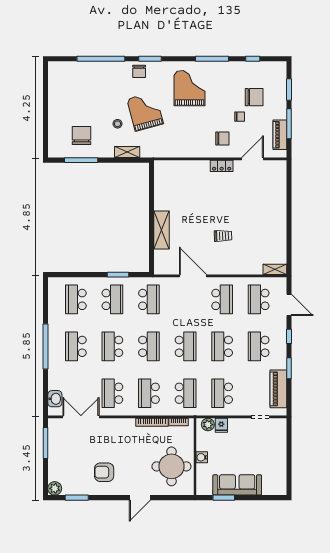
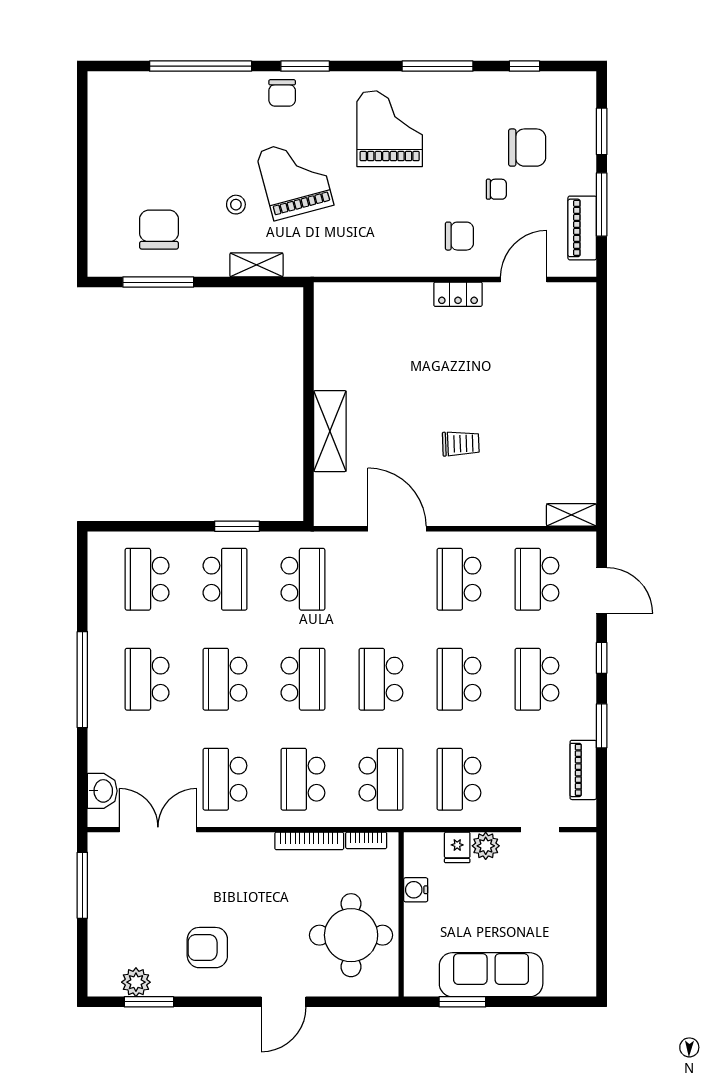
school desk: (222, 299) -> (459, 579), turned 180
school desk: (186, 346) -> (381, 679), turned 180
piano: (278, 389) -> (583, 770), width x0.73, depth x0.75
plant: (208, 425) -> (486, 846), moved
water cooler: (202, 457) -> (416, 890), moved
plant: (55, 488) -> (136, 982), moved

